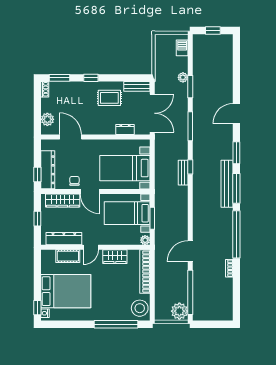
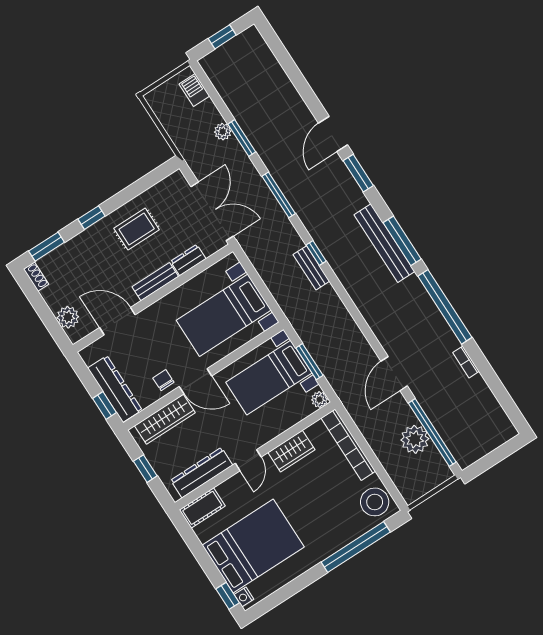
bench: (137, 86) -> (155, 282), moved
window: (236, 153) -> (358, 173), moved
cot: (68, 256) -> (202, 508), moved
plant: (179, 311) -> (415, 439), moved

